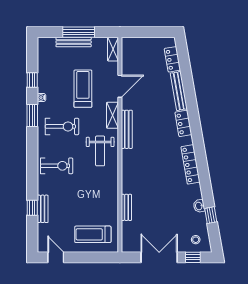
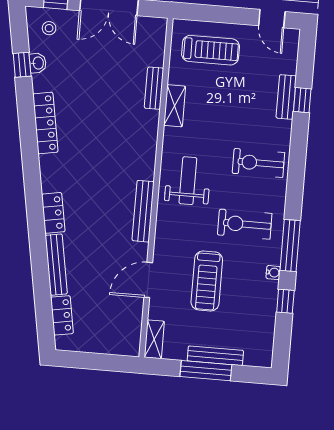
window: (32, 115) -> (290, 245), width x1.44
shelving: (112, 115) -> (175, 106), moved
locker: (190, 164) -> (45, 123), moved
washbasin: (199, 206) -> (38, 63), moved

